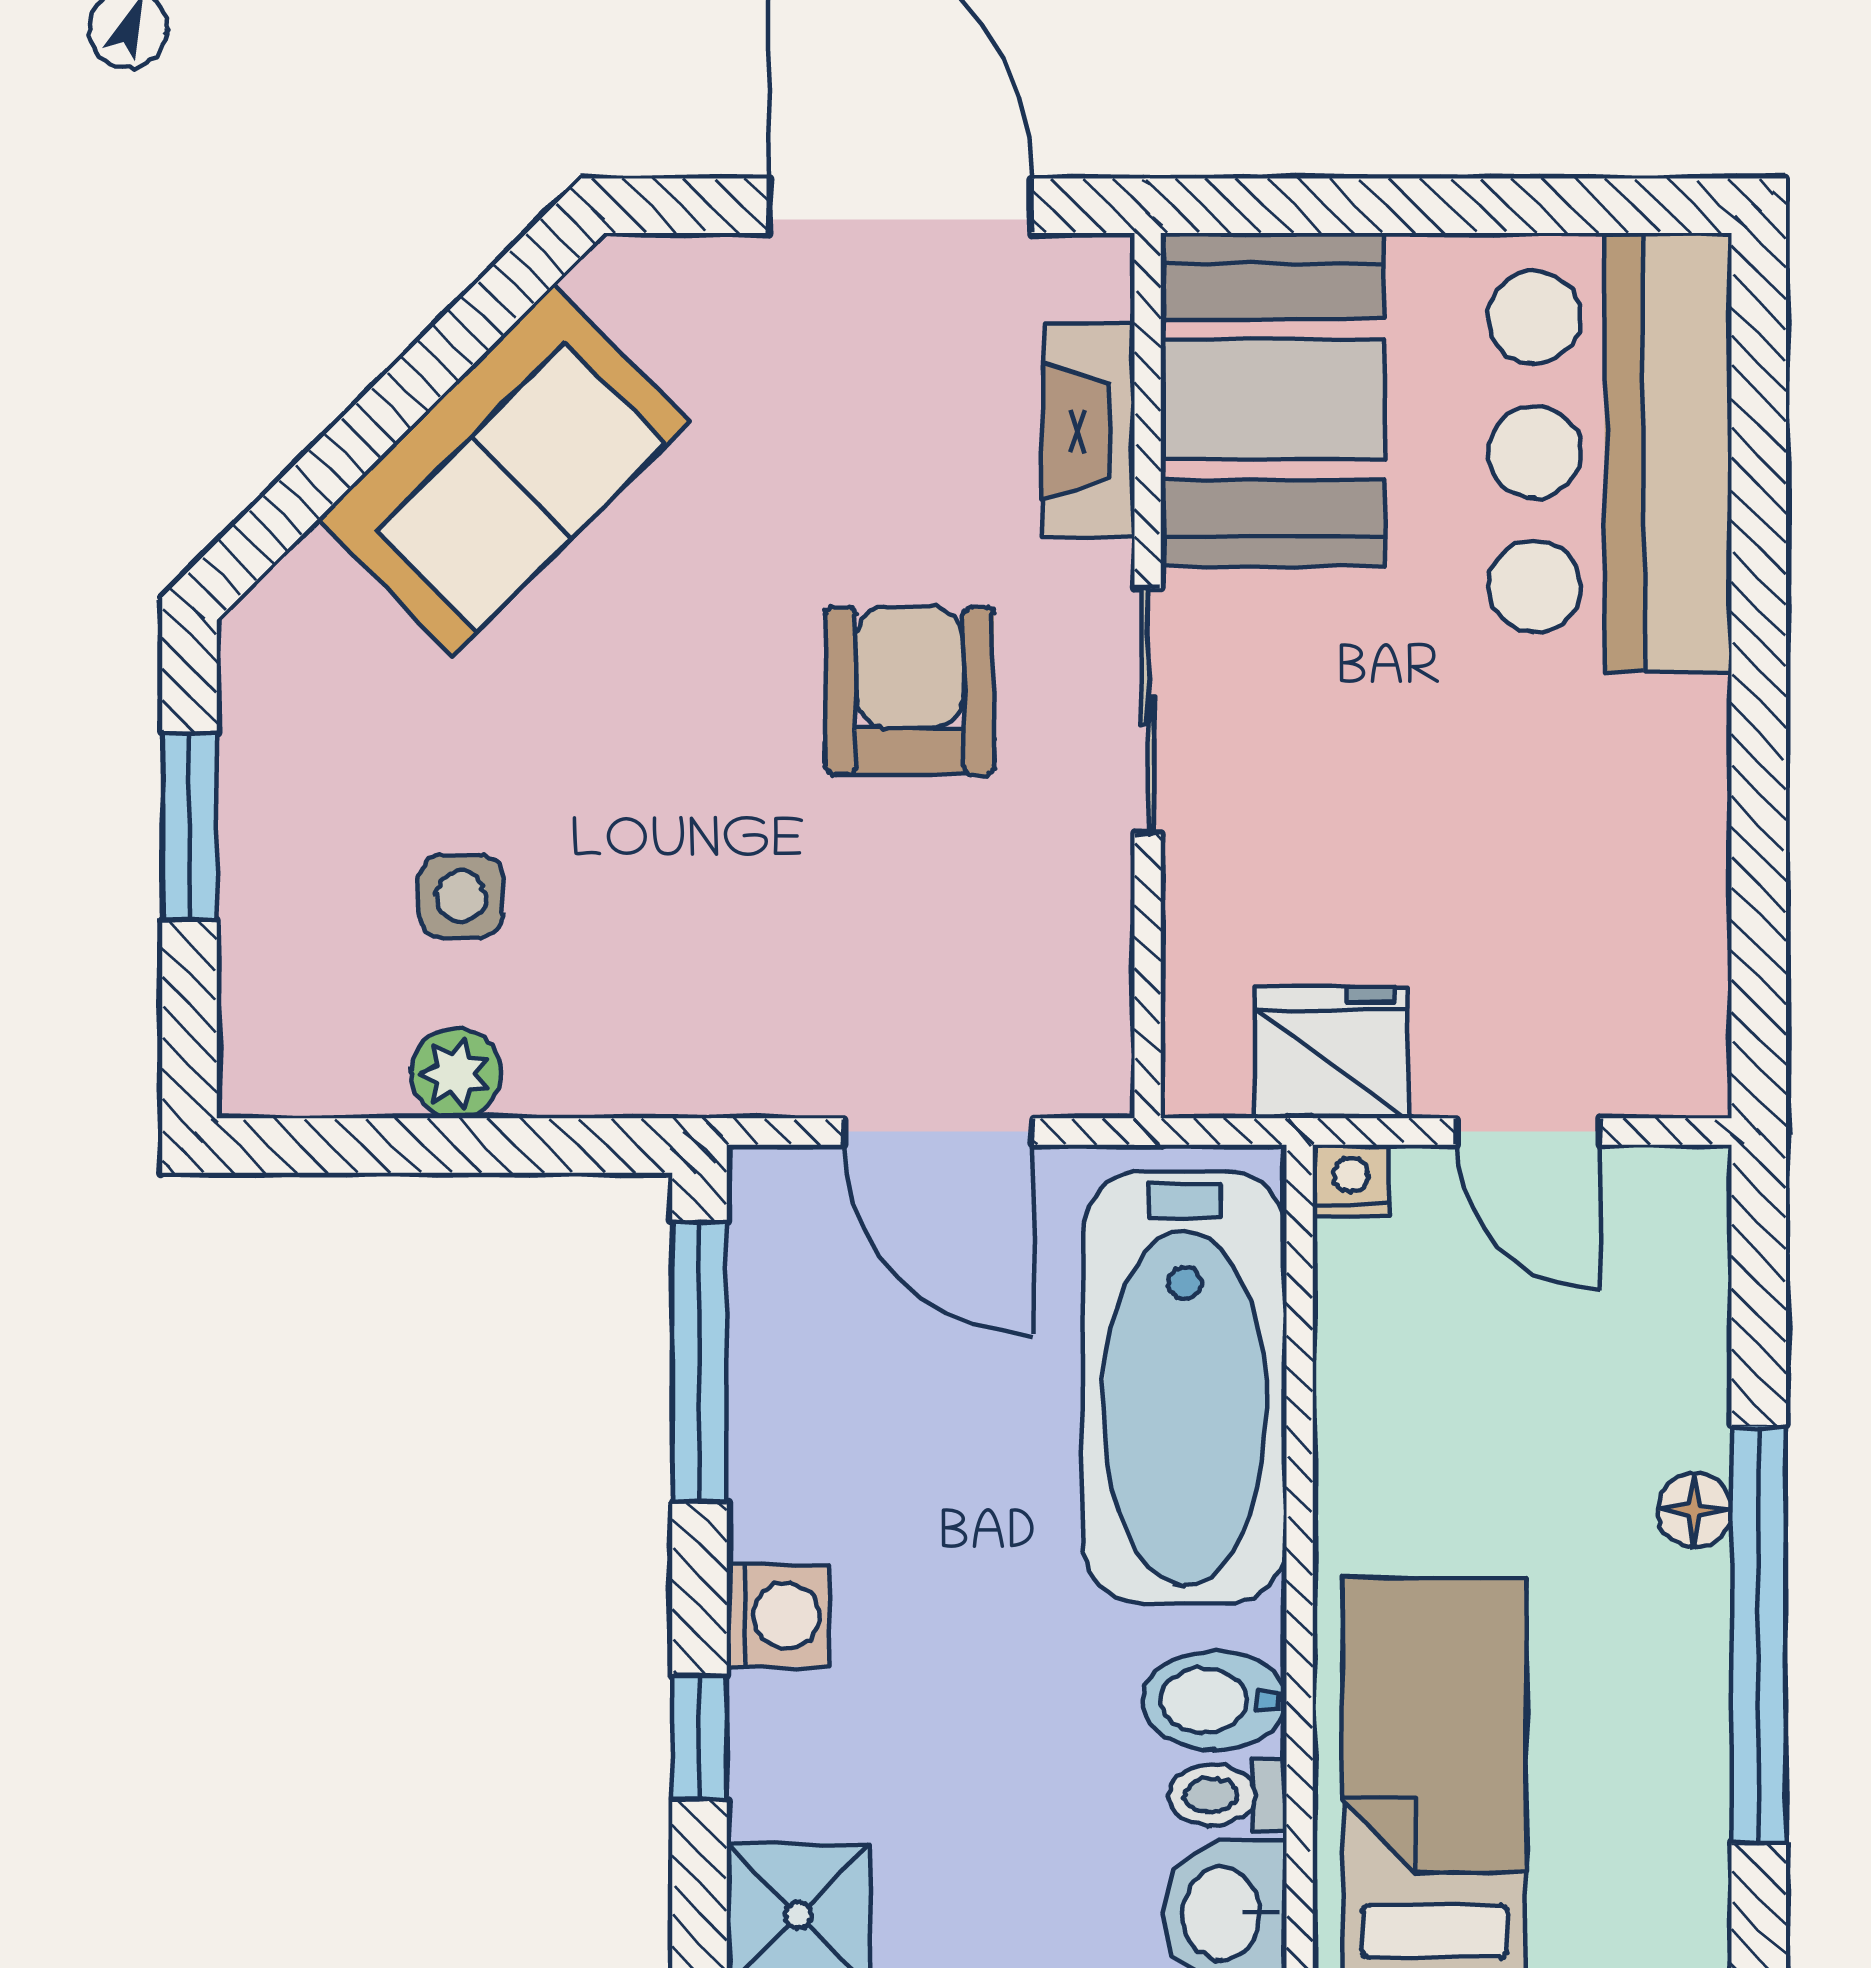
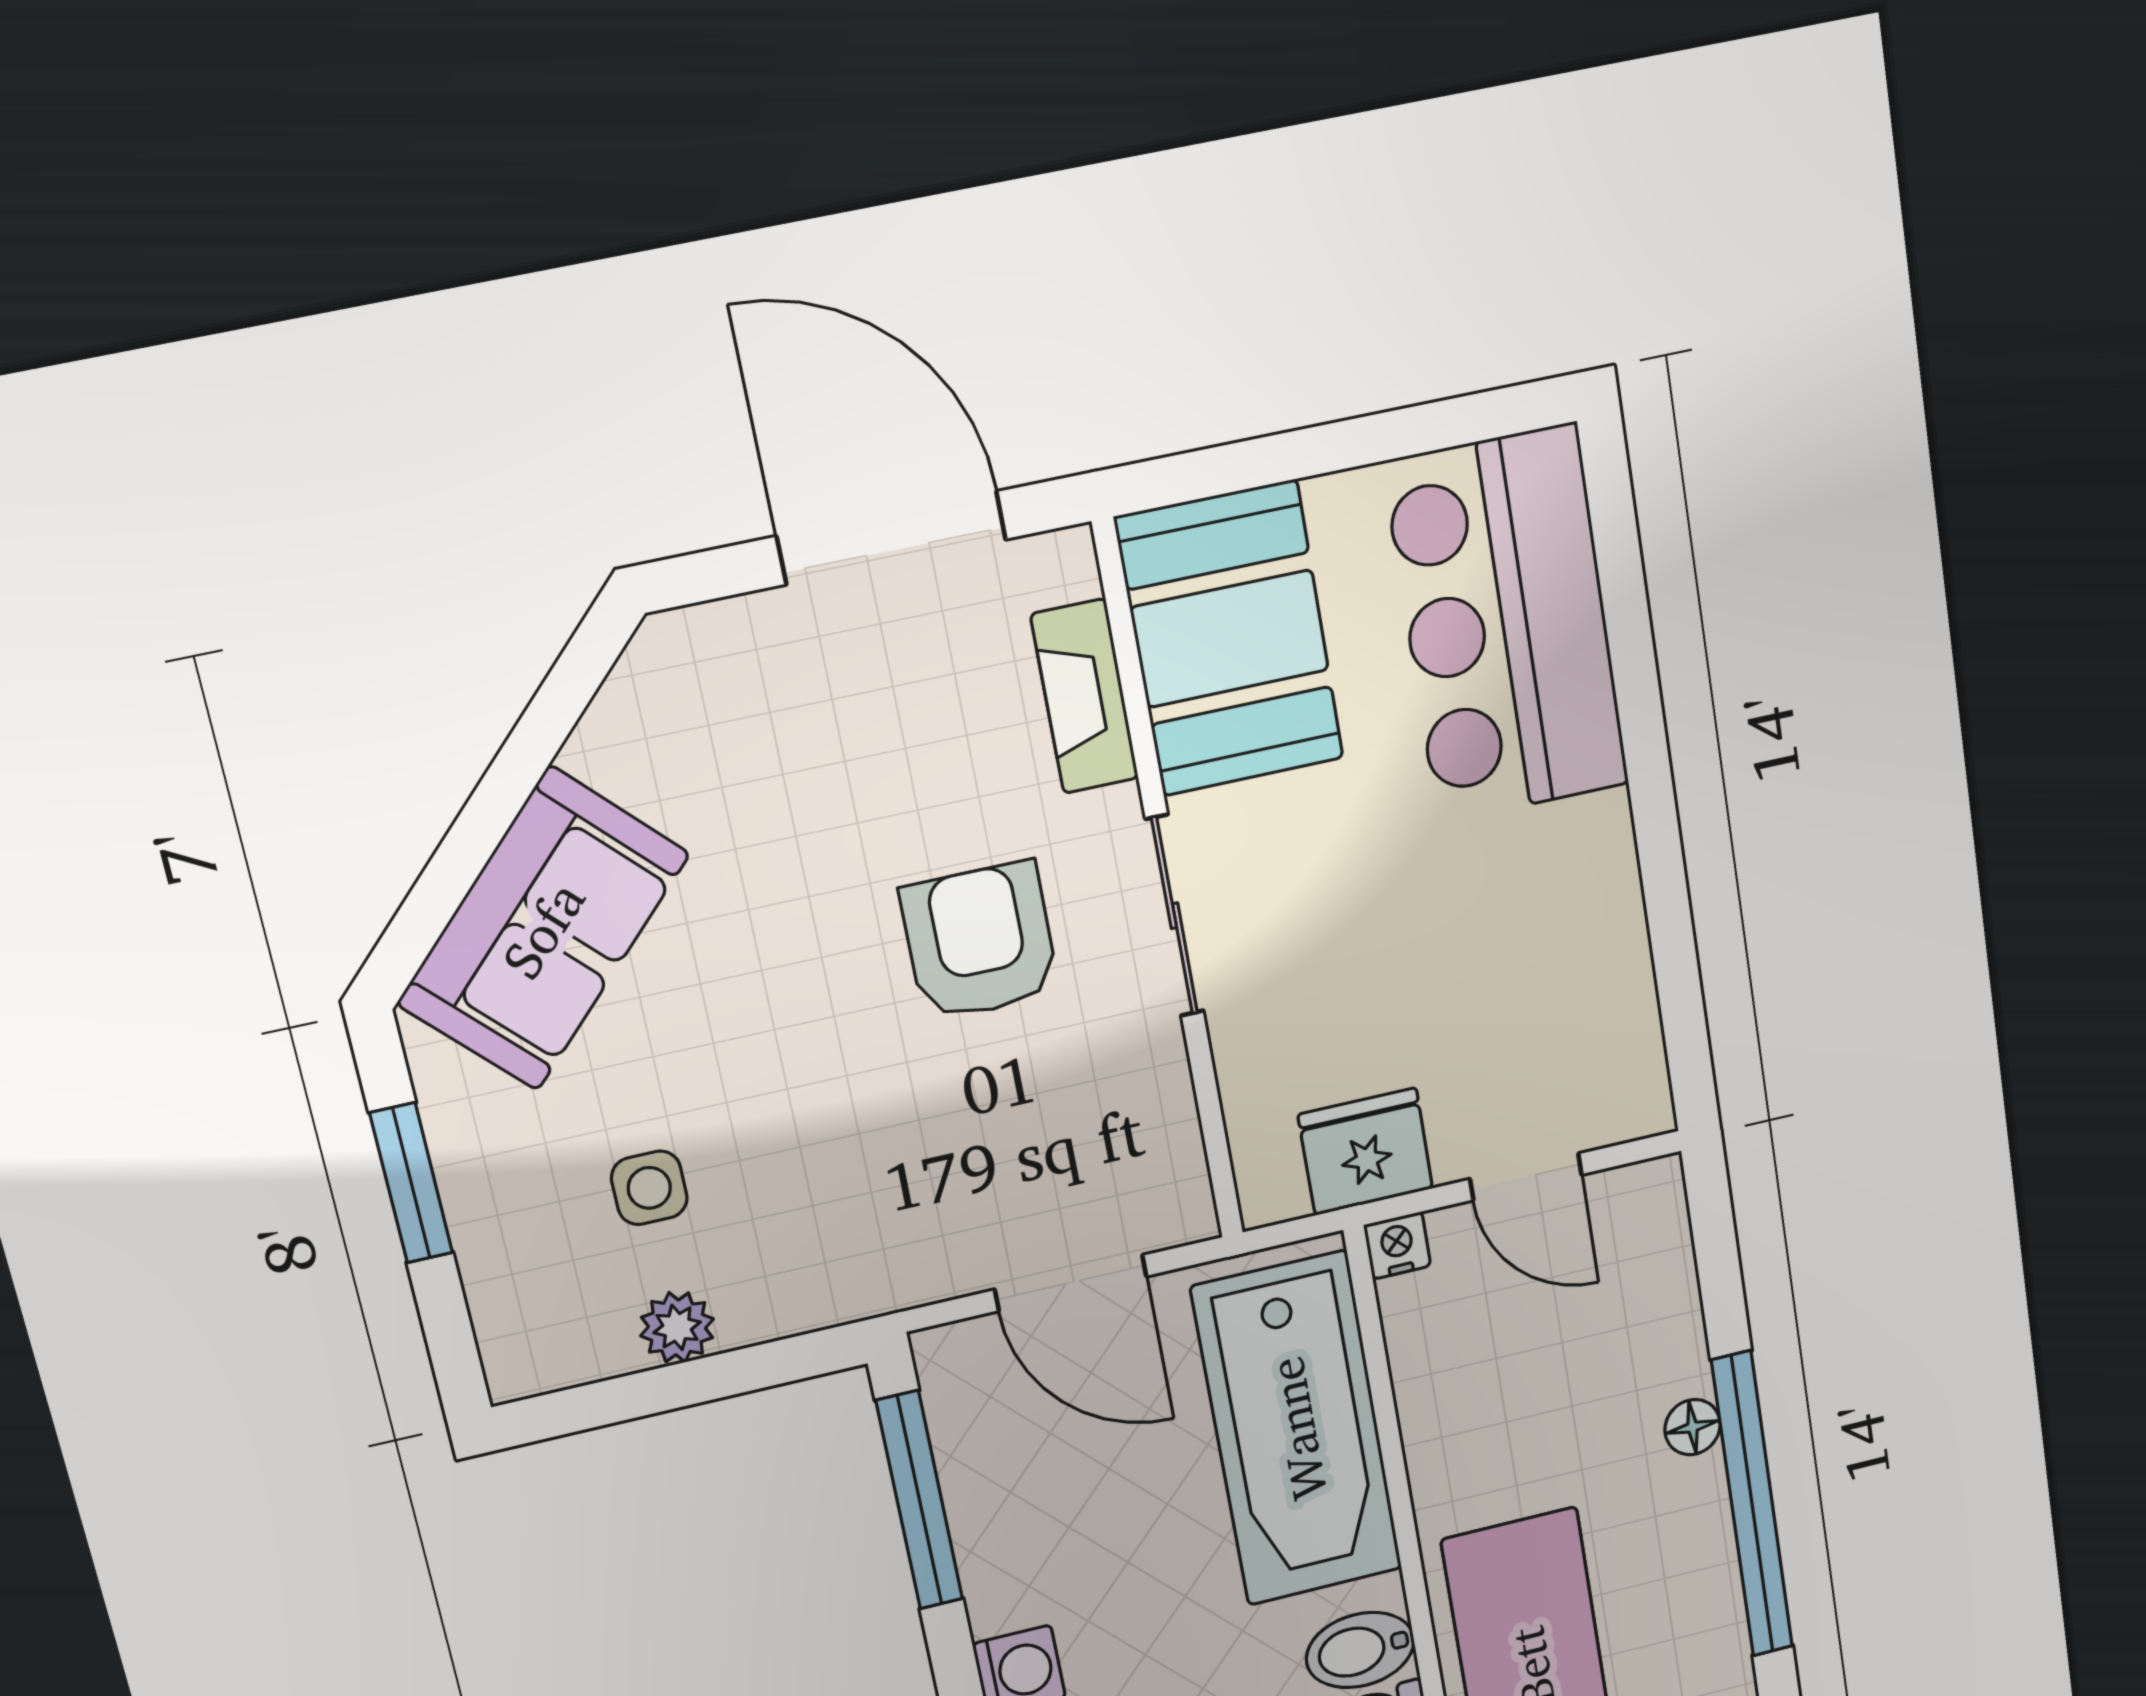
sofa: (503, 470) -> (543, 929), moved

